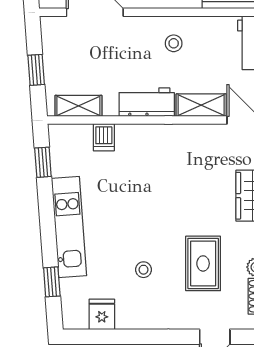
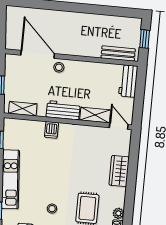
stool: (174, 43) -> (59, 67), moved
dishwasher: (104, 137) -> (52, 130), moved

